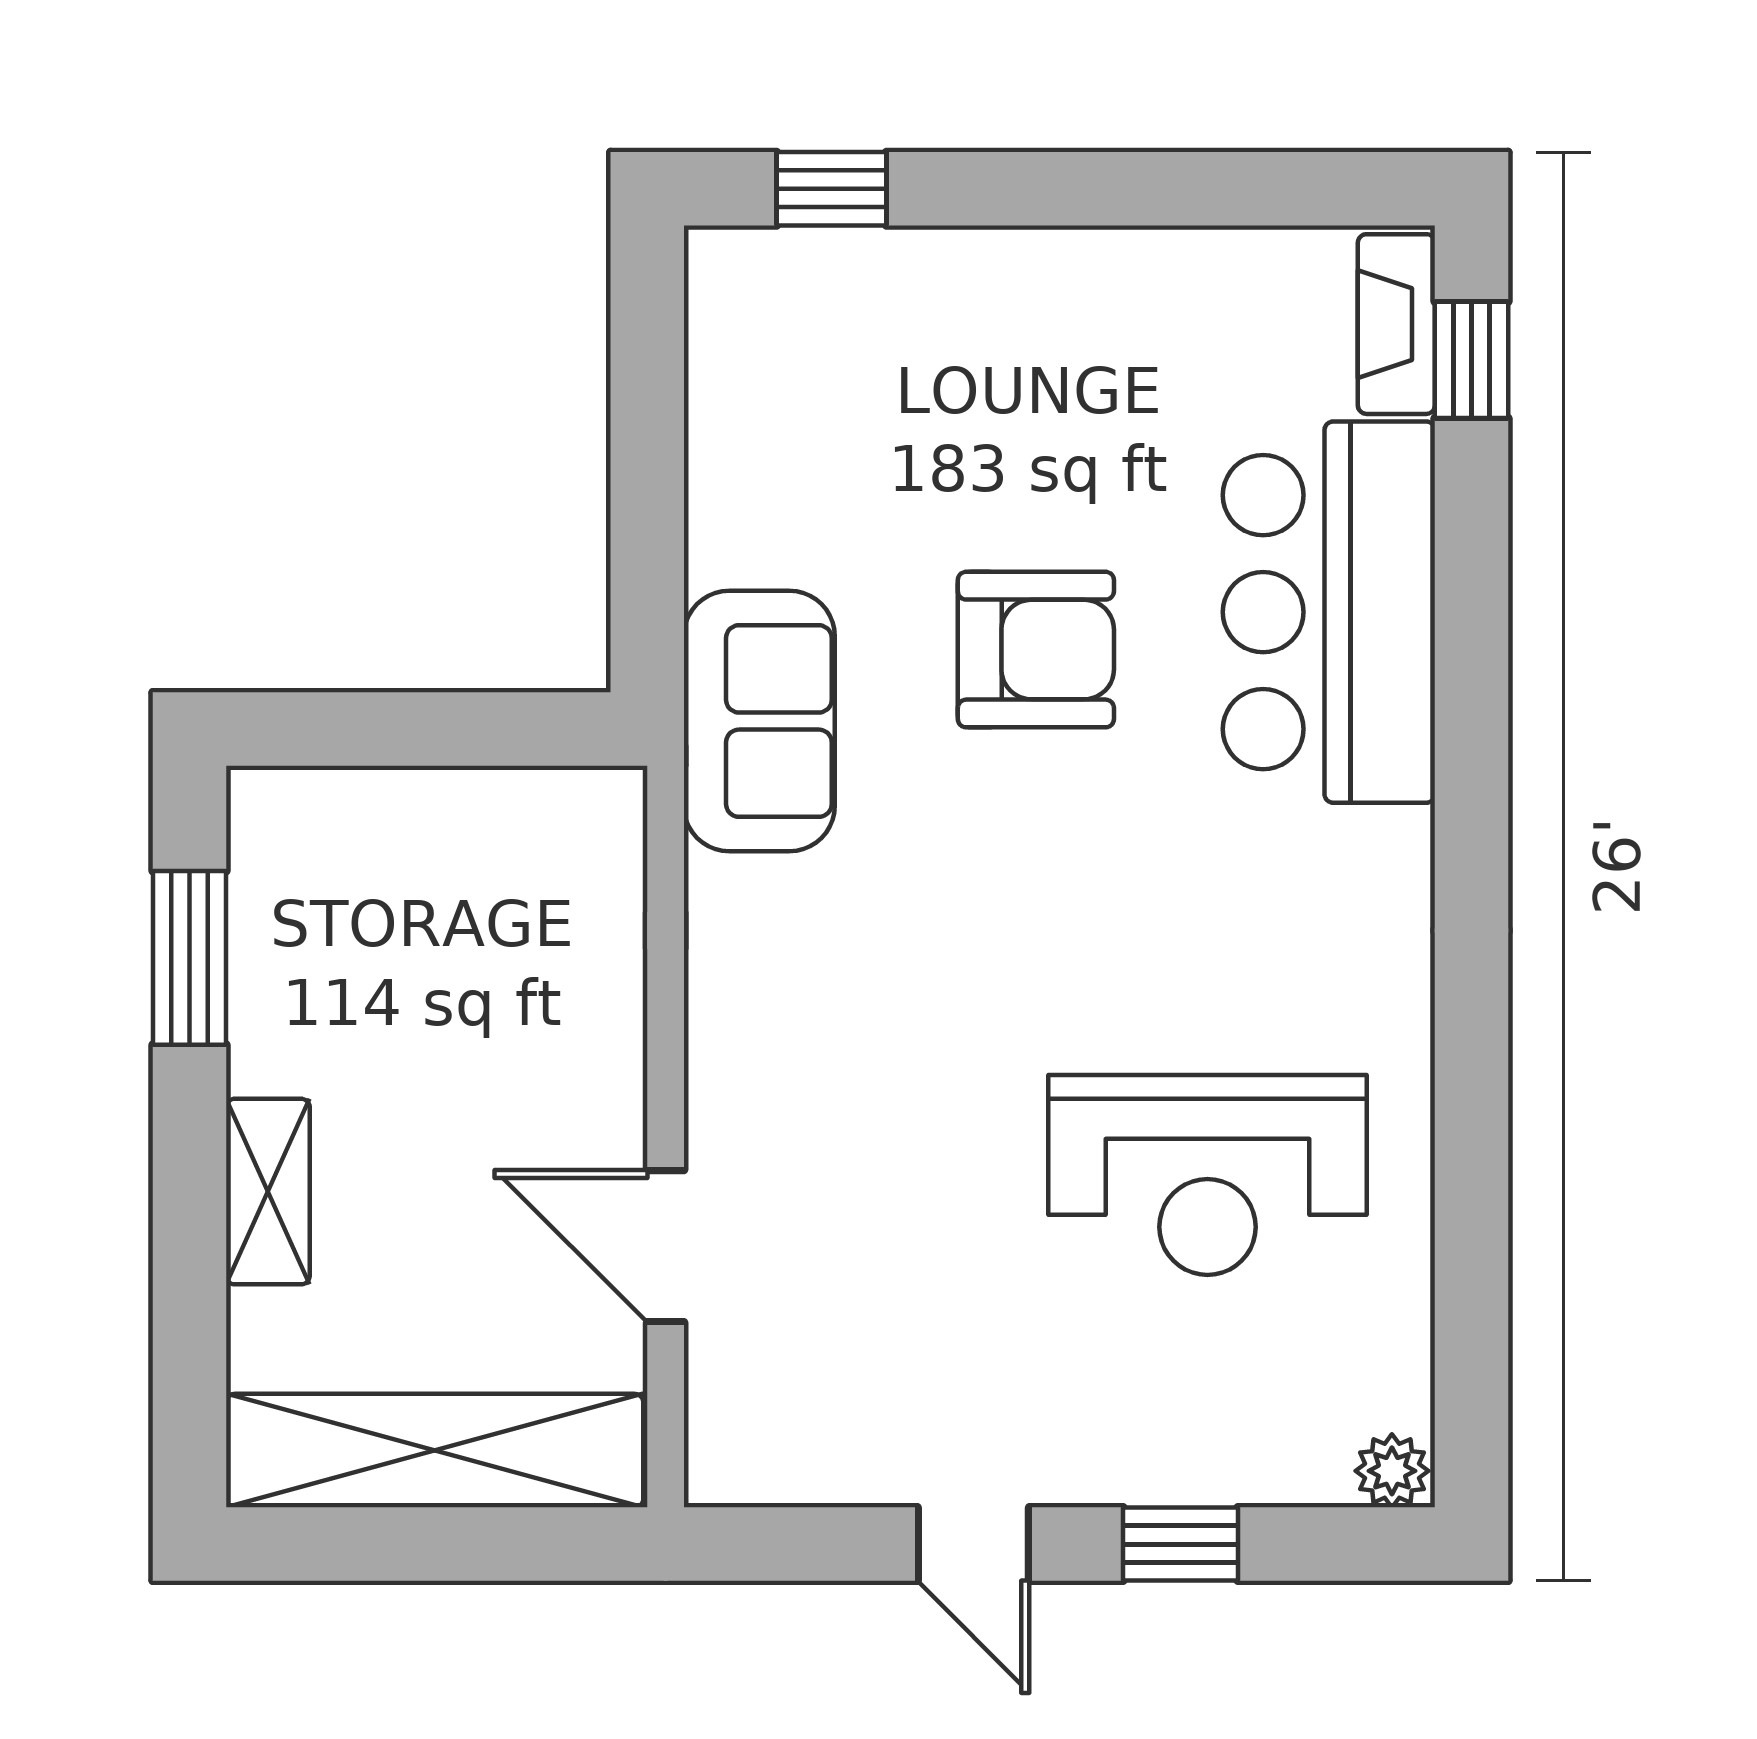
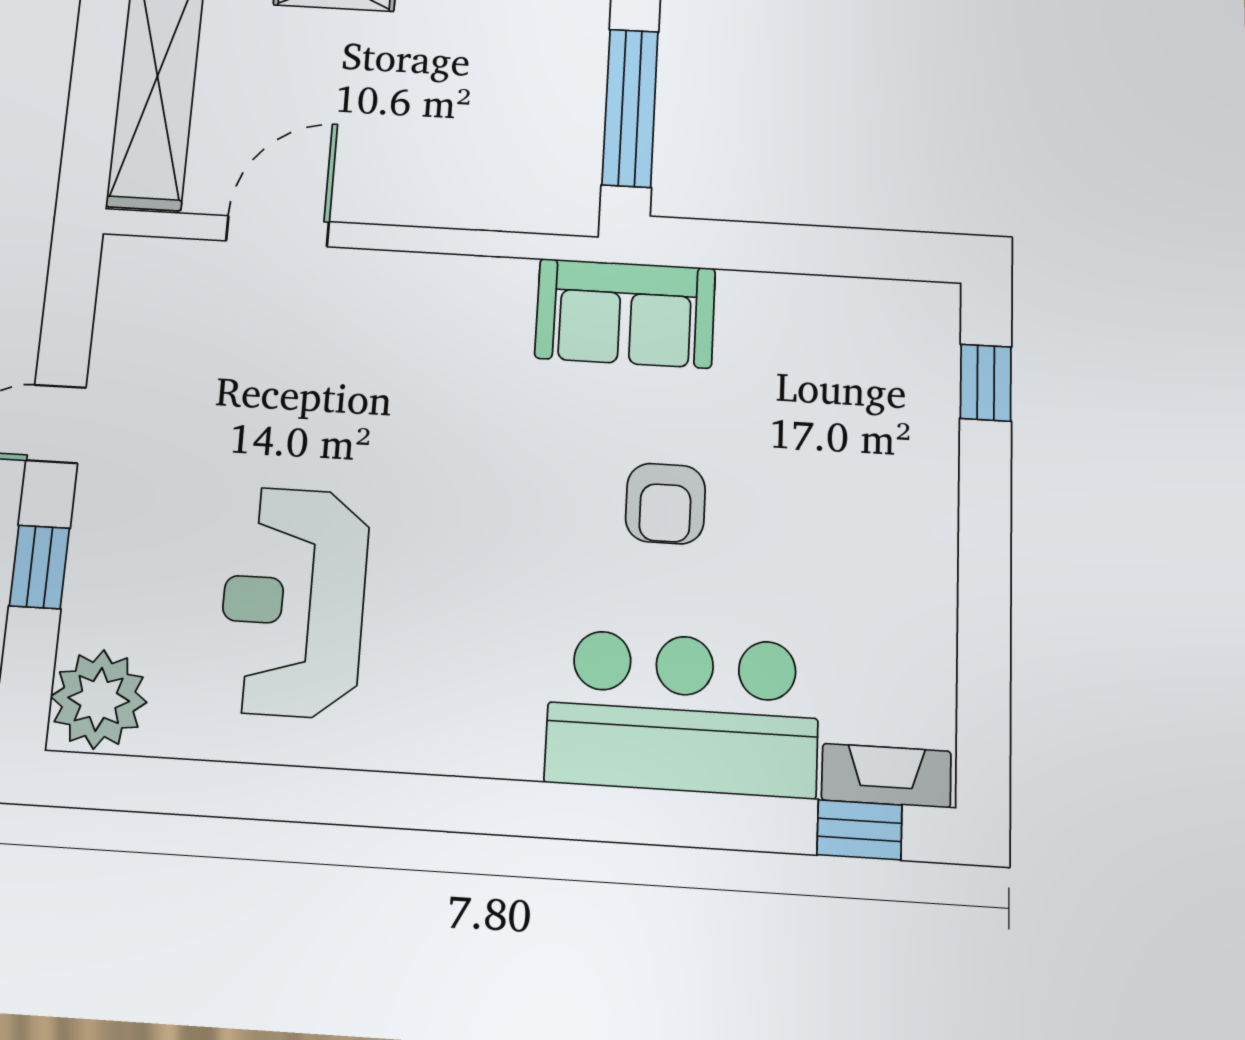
armchair: (1036, 650) -> (665, 504), width x0.72, depth x0.72
window: (442, 729) -> (630, 108), added
plant: (1392, 1471) -> (99, 699), width x1.88, depth x1.88

